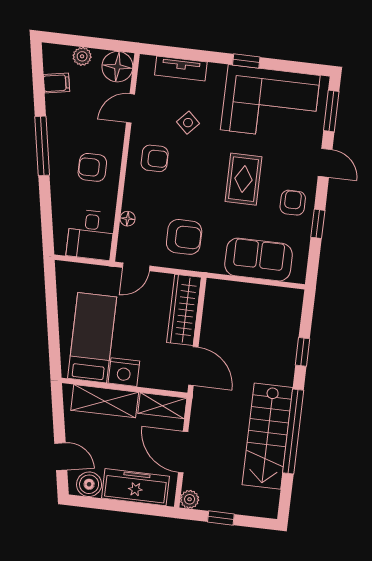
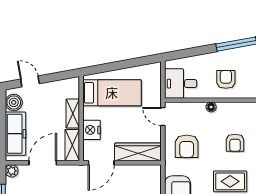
armchair: (155, 158) -> (235, 143), moved
floor lamp: (128, 219) -> (211, 107), moved
nightstand: (124, 372) -> (92, 130), moved
shelving: (105, 401) -> (73, 114), width x0.67, depth x0.75
door: (61, 457) -> (30, 81), swing flipped

